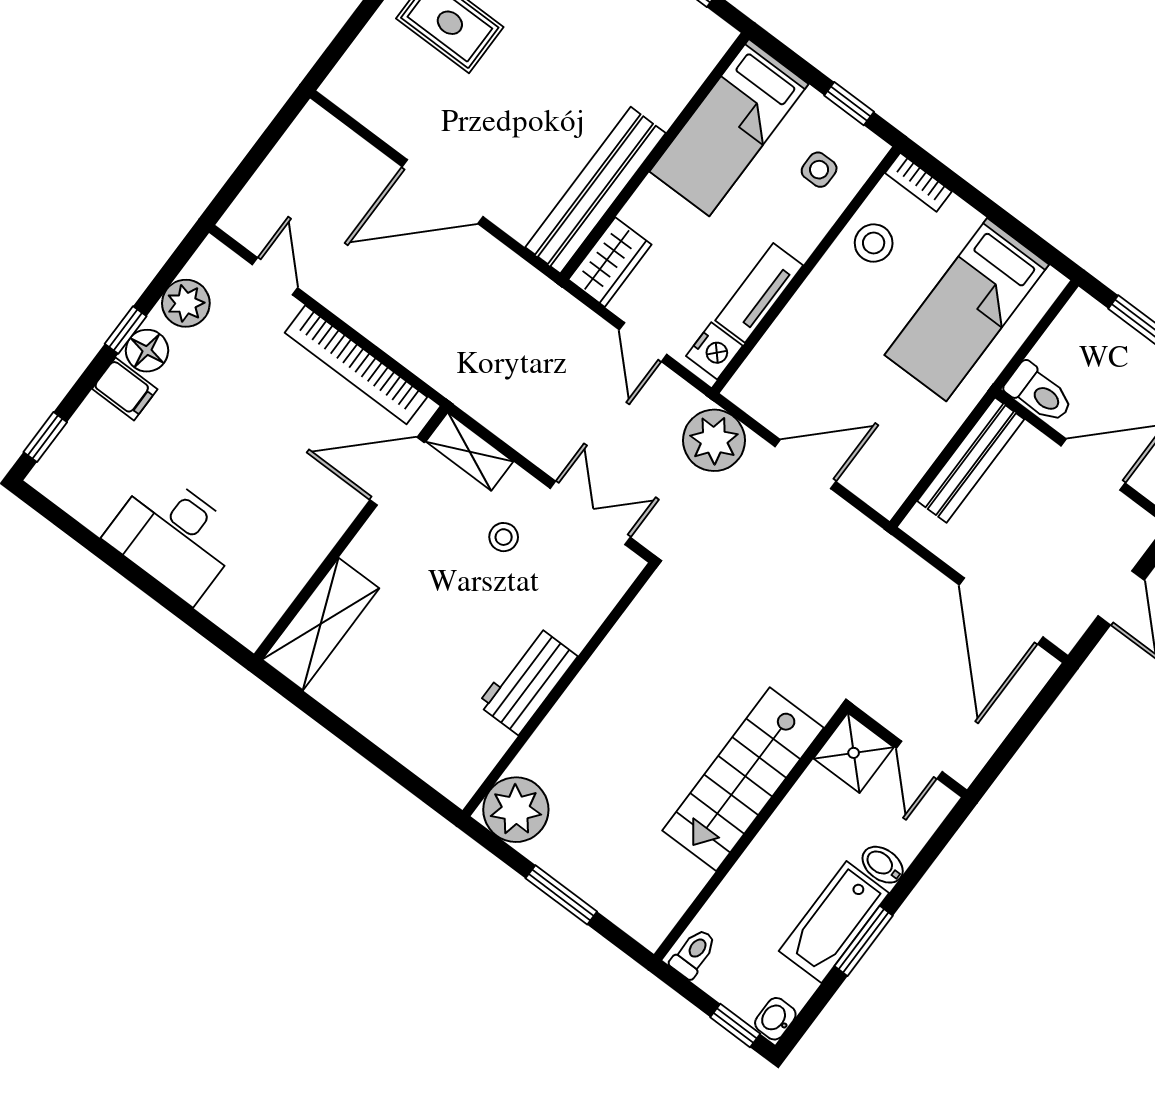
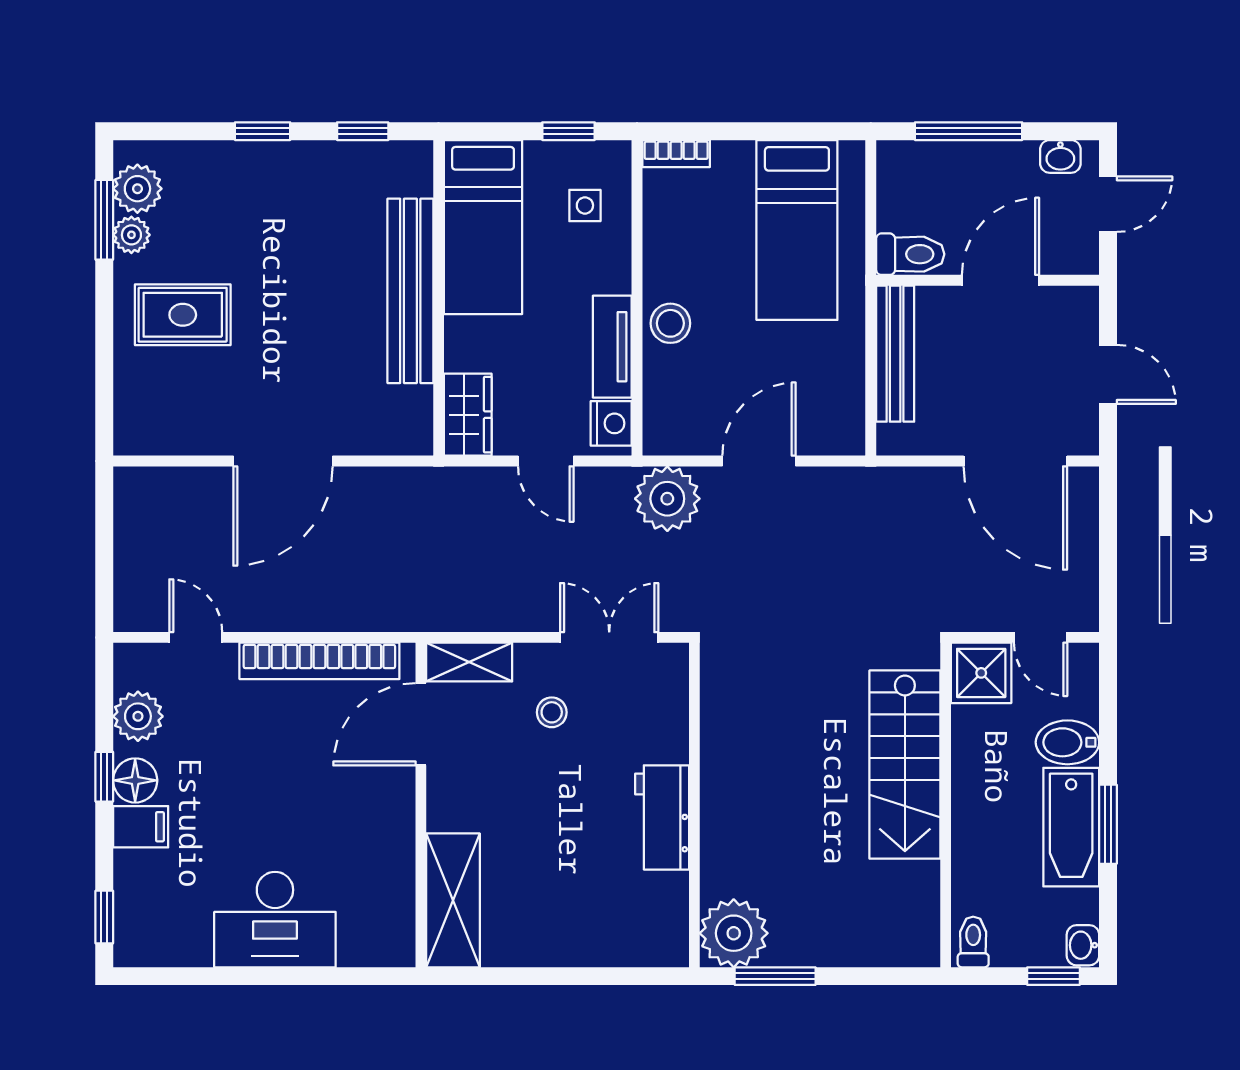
bench: (595, 190) -> (410, 291), moved
stool: (874, 243) -> (670, 323), moved
bidet: (883, 865) -> (1067, 742), width x1.38, depth x1.36
window: (561, 895) -> (775, 976), moved

